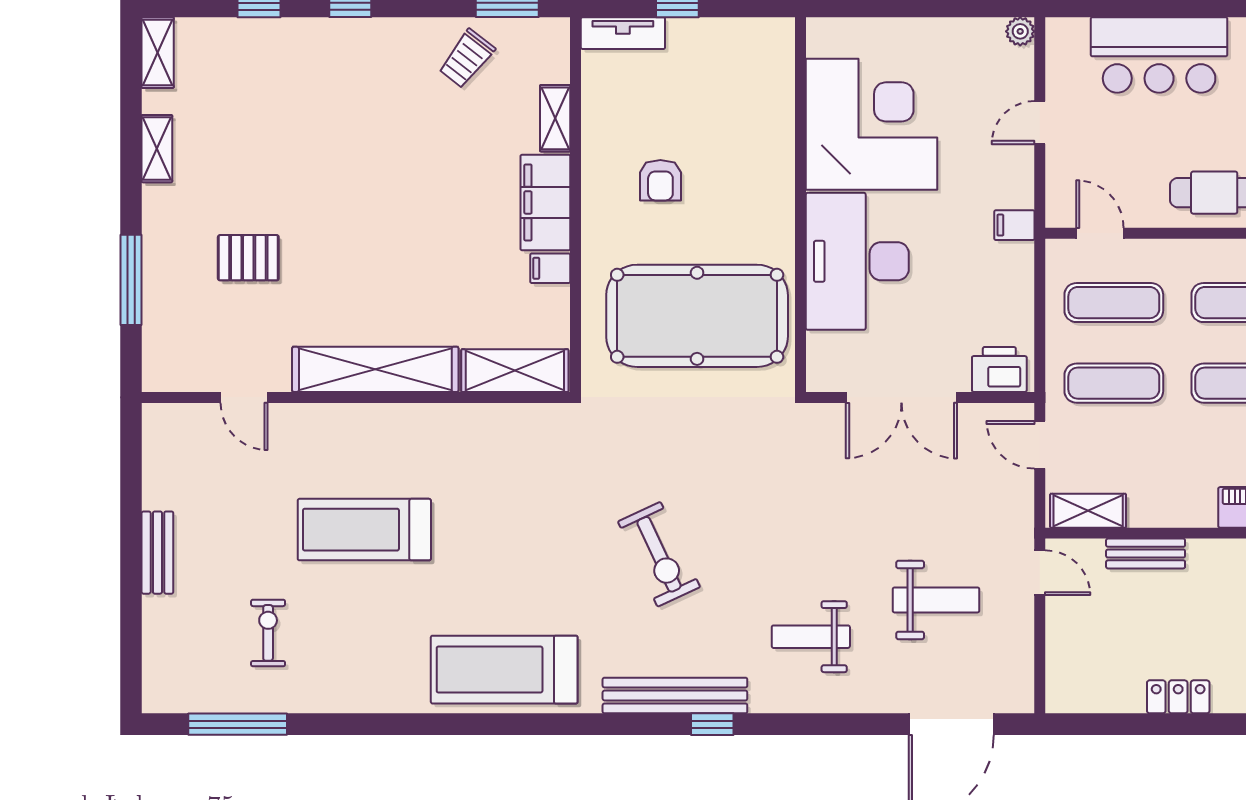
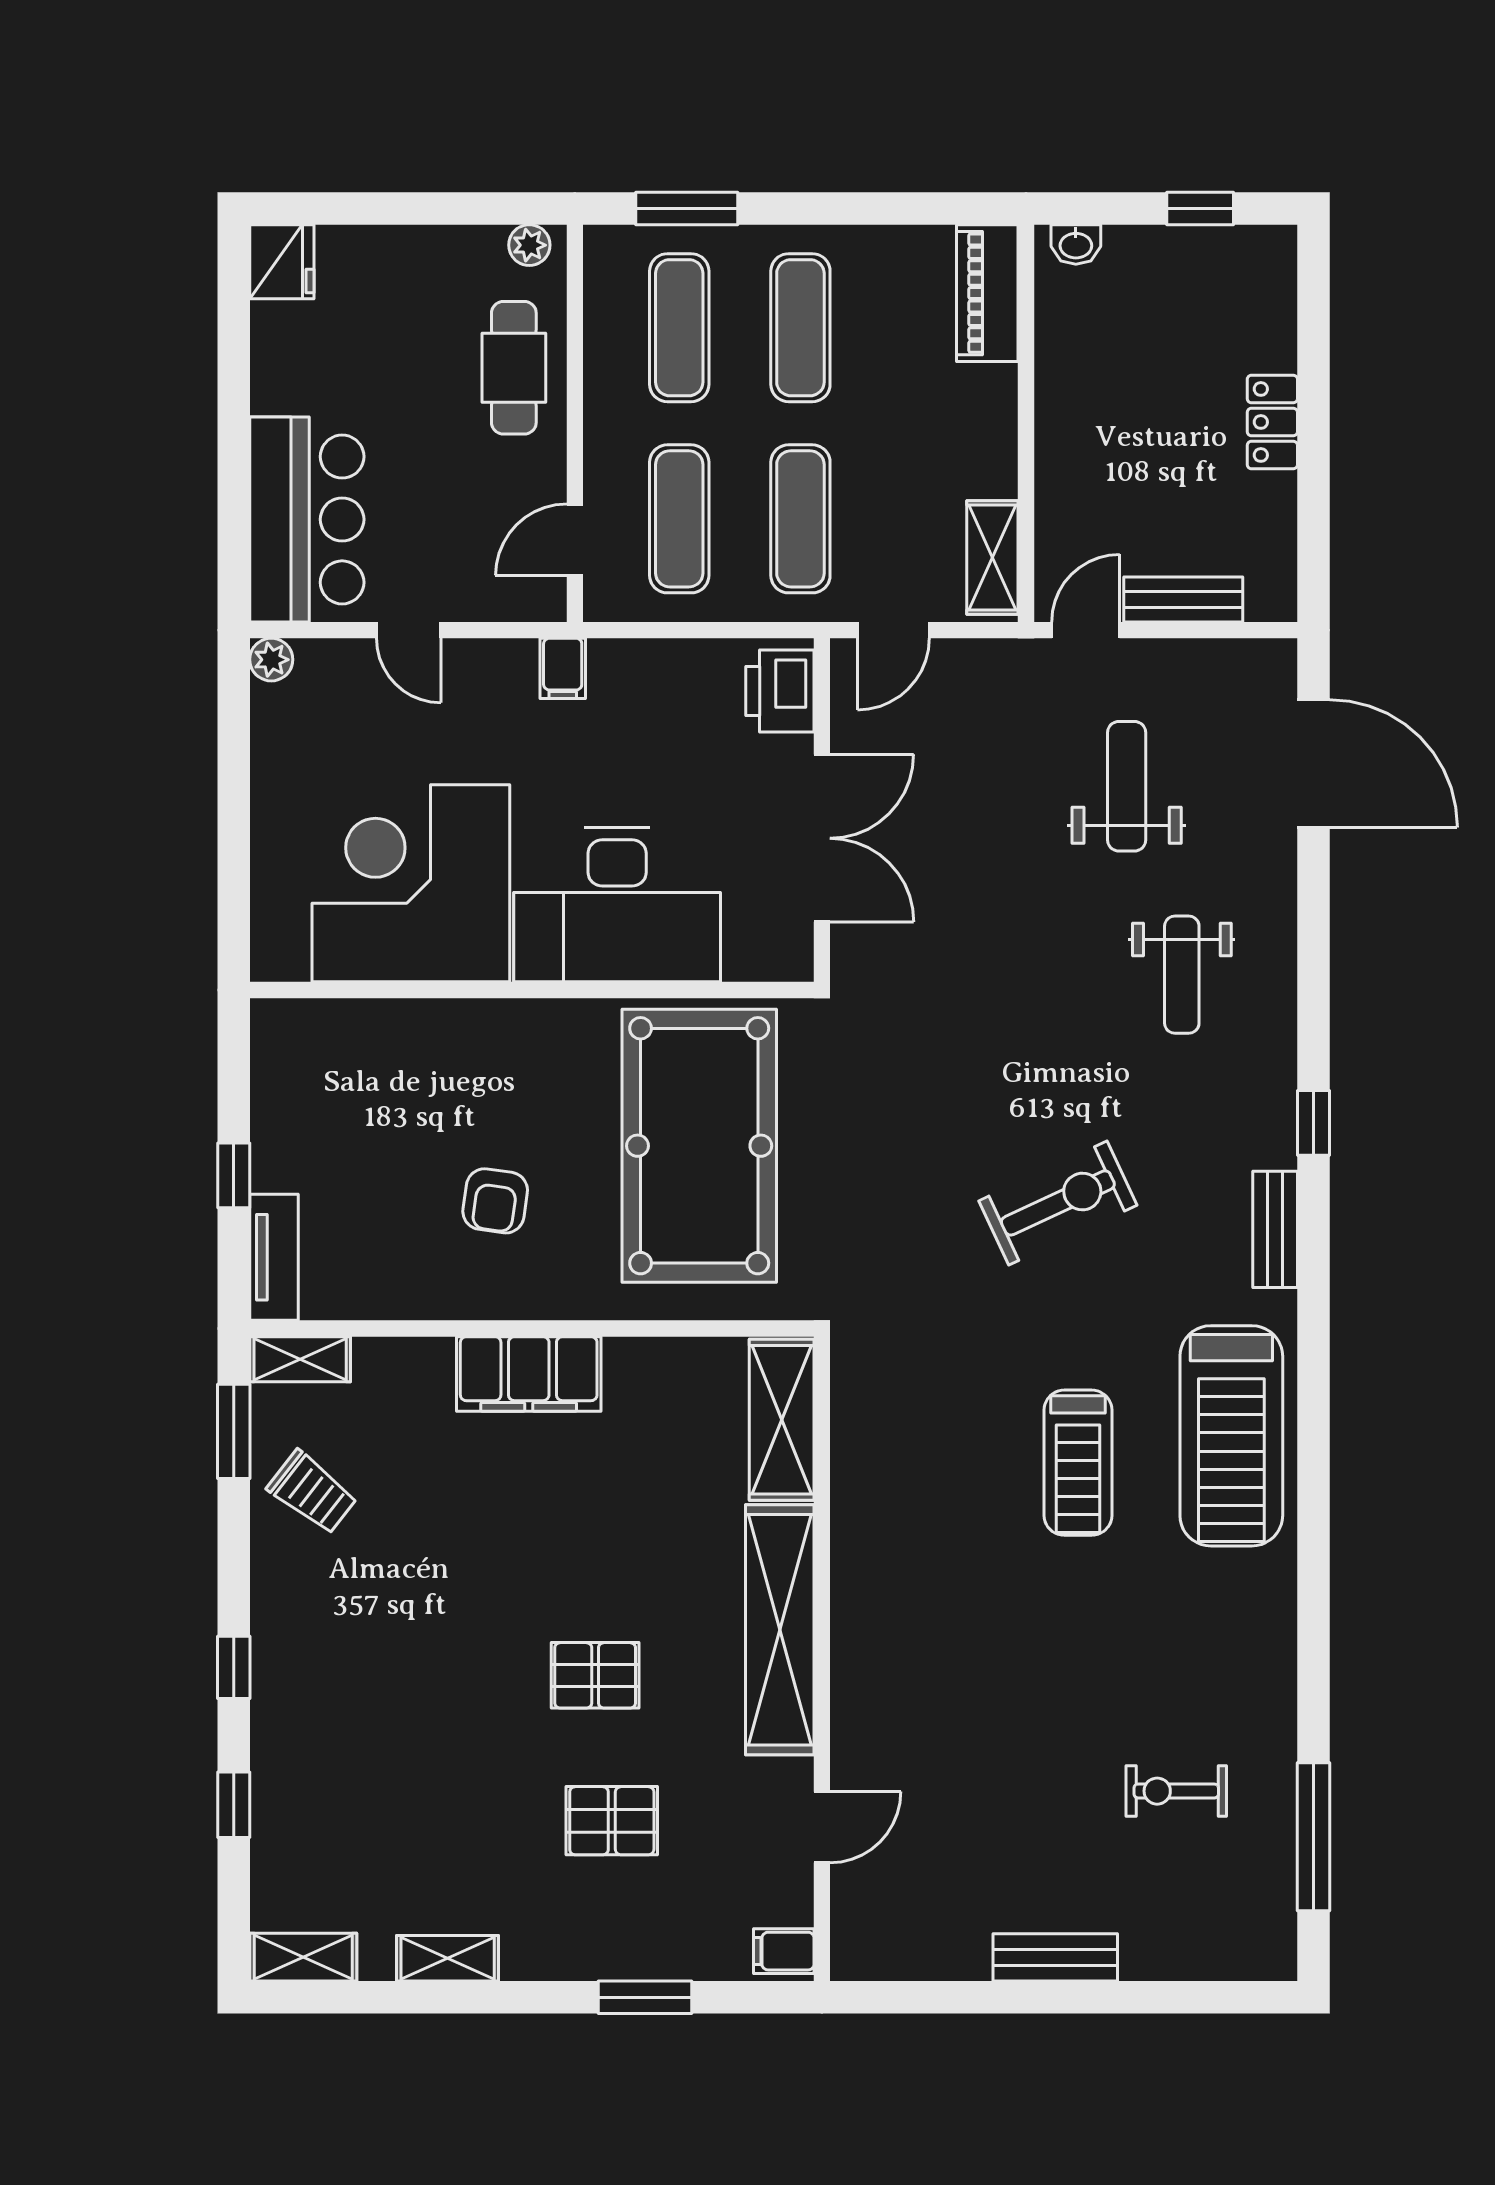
bar counter: (1159, 55) -> (307, 519), moved
shelving: (555, 118) -> (300, 1359), moved
armchair: (660, 180) -> (495, 1201), turned 98
pallet: (345, 247) -> (595, 1675), added
pallet: (248, 258) -> (612, 1821), turned 90
filing cabinet: (550, 268) -> (784, 1951), moved, turned 90
window: (131, 280) -> (645, 1997), width x0.69
treadmill: (364, 530) -> (1078, 1463), moved, width x0.73, depth x0.73
bench: (1146, 554) -> (1183, 599), moved, turned 90
bench: (675, 695) -> (1275, 1229), width x0.54, depth x0.82

